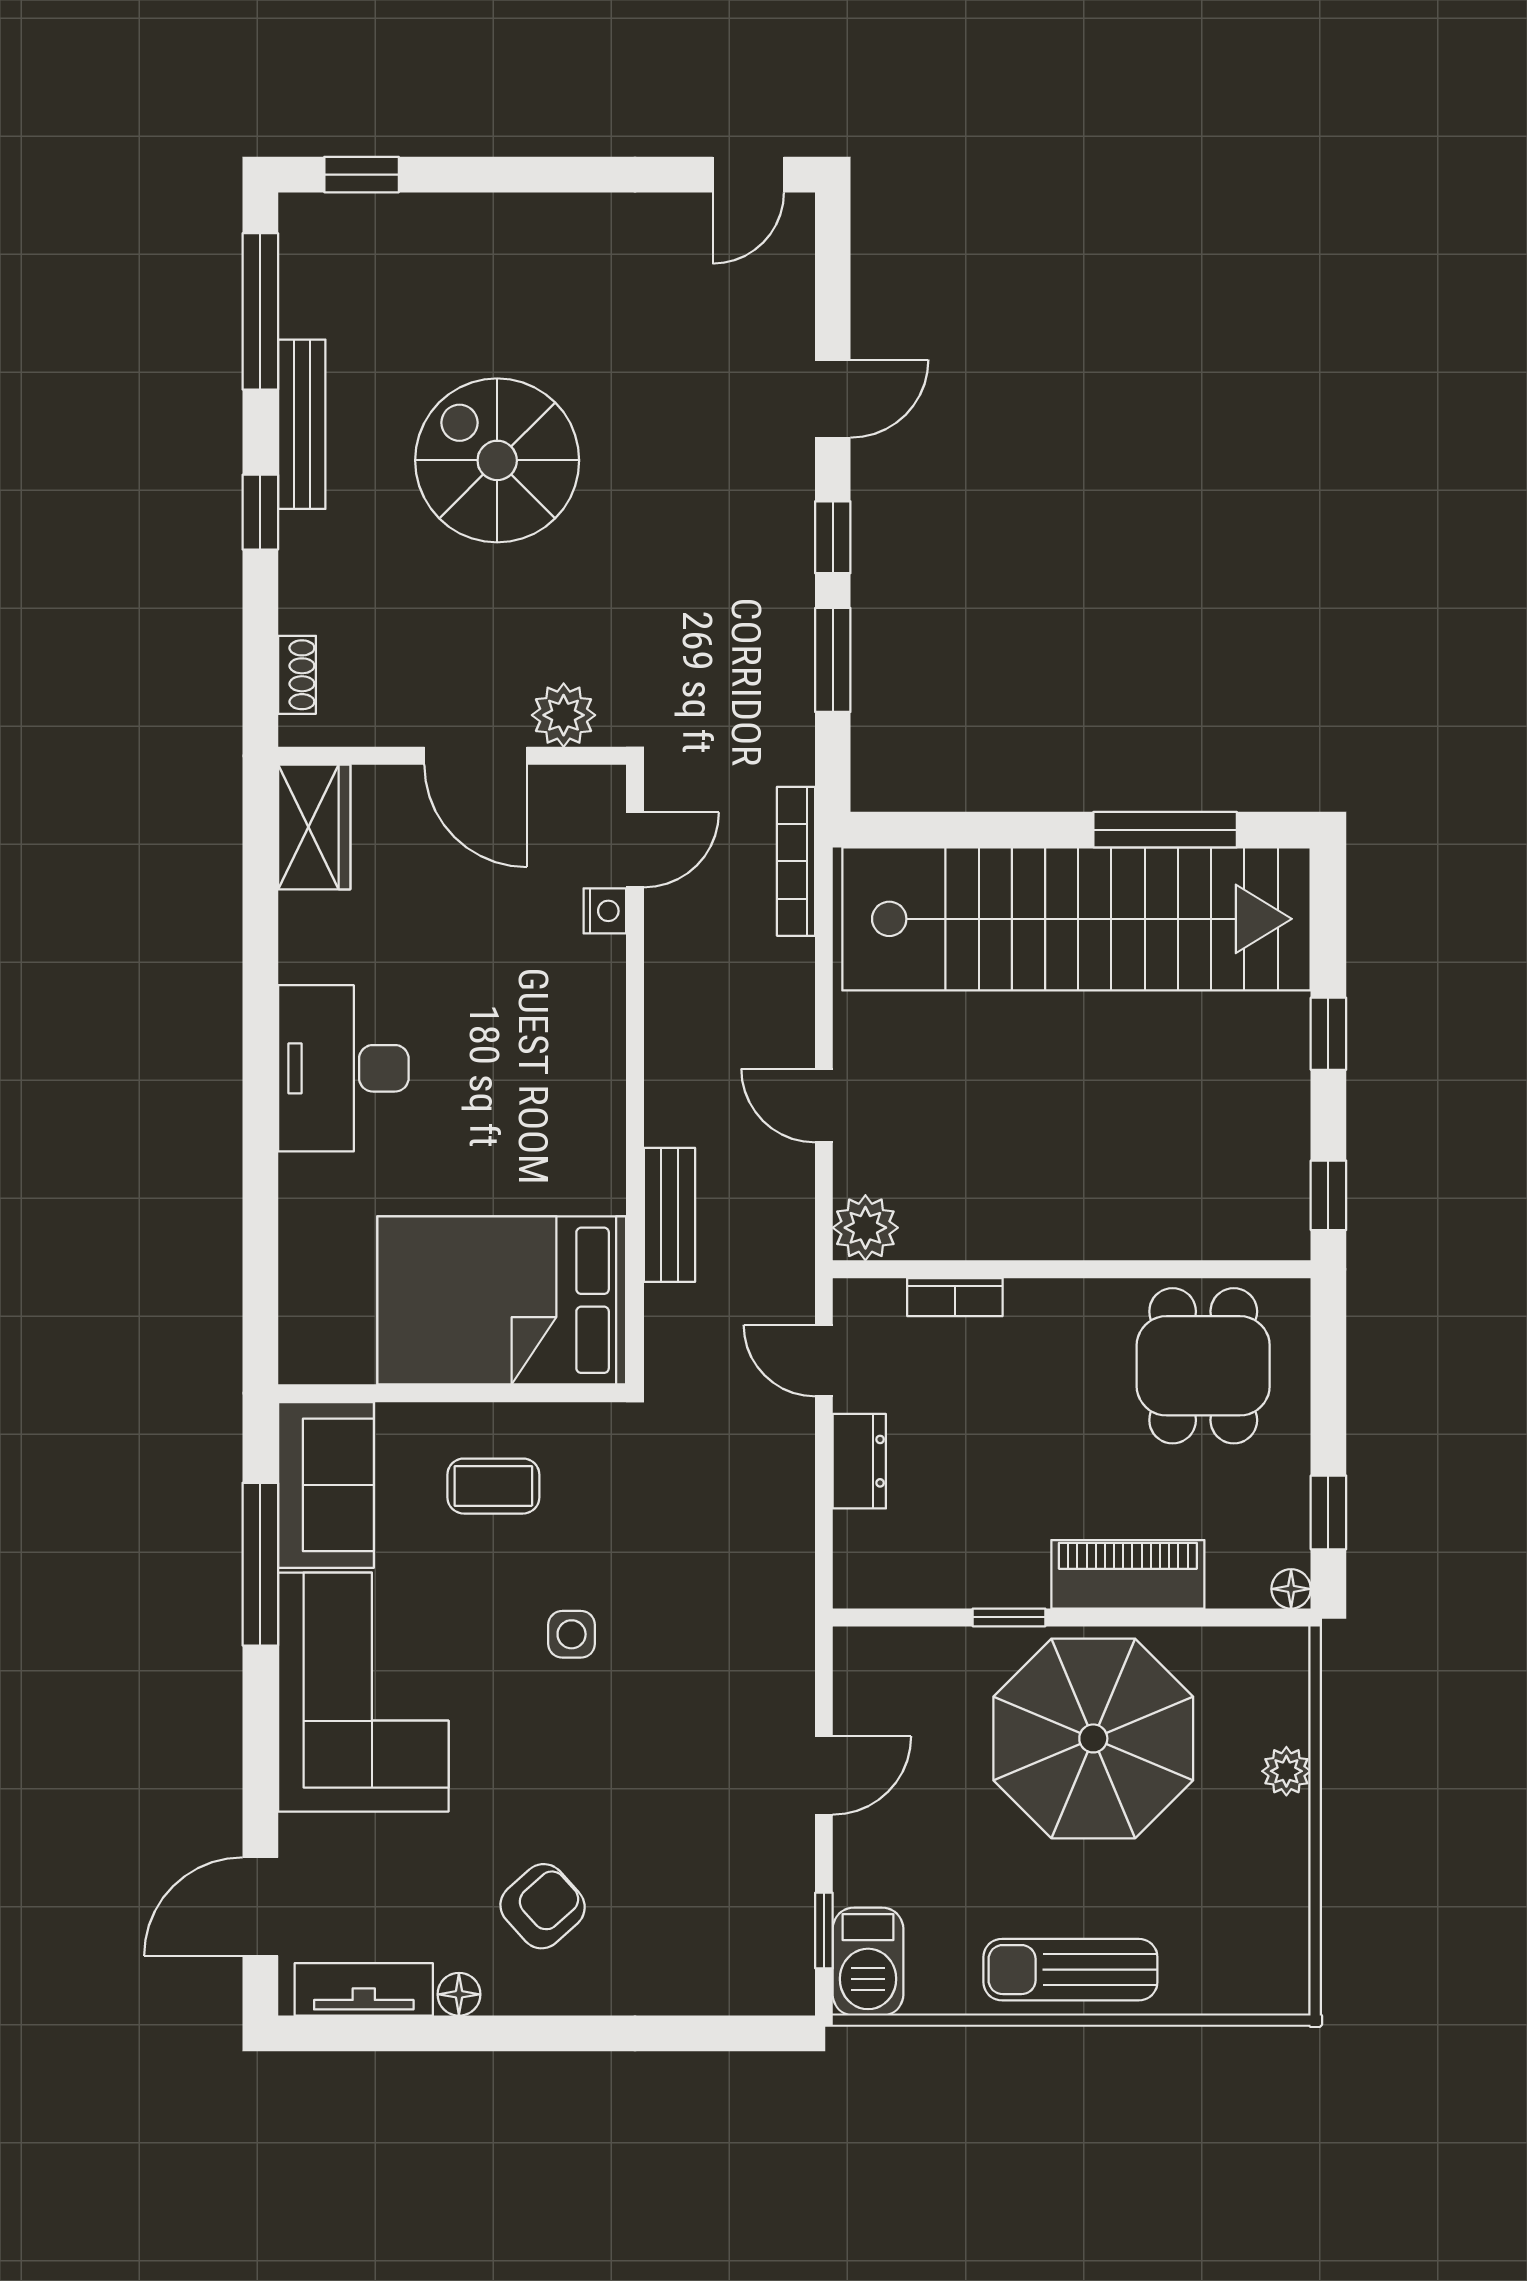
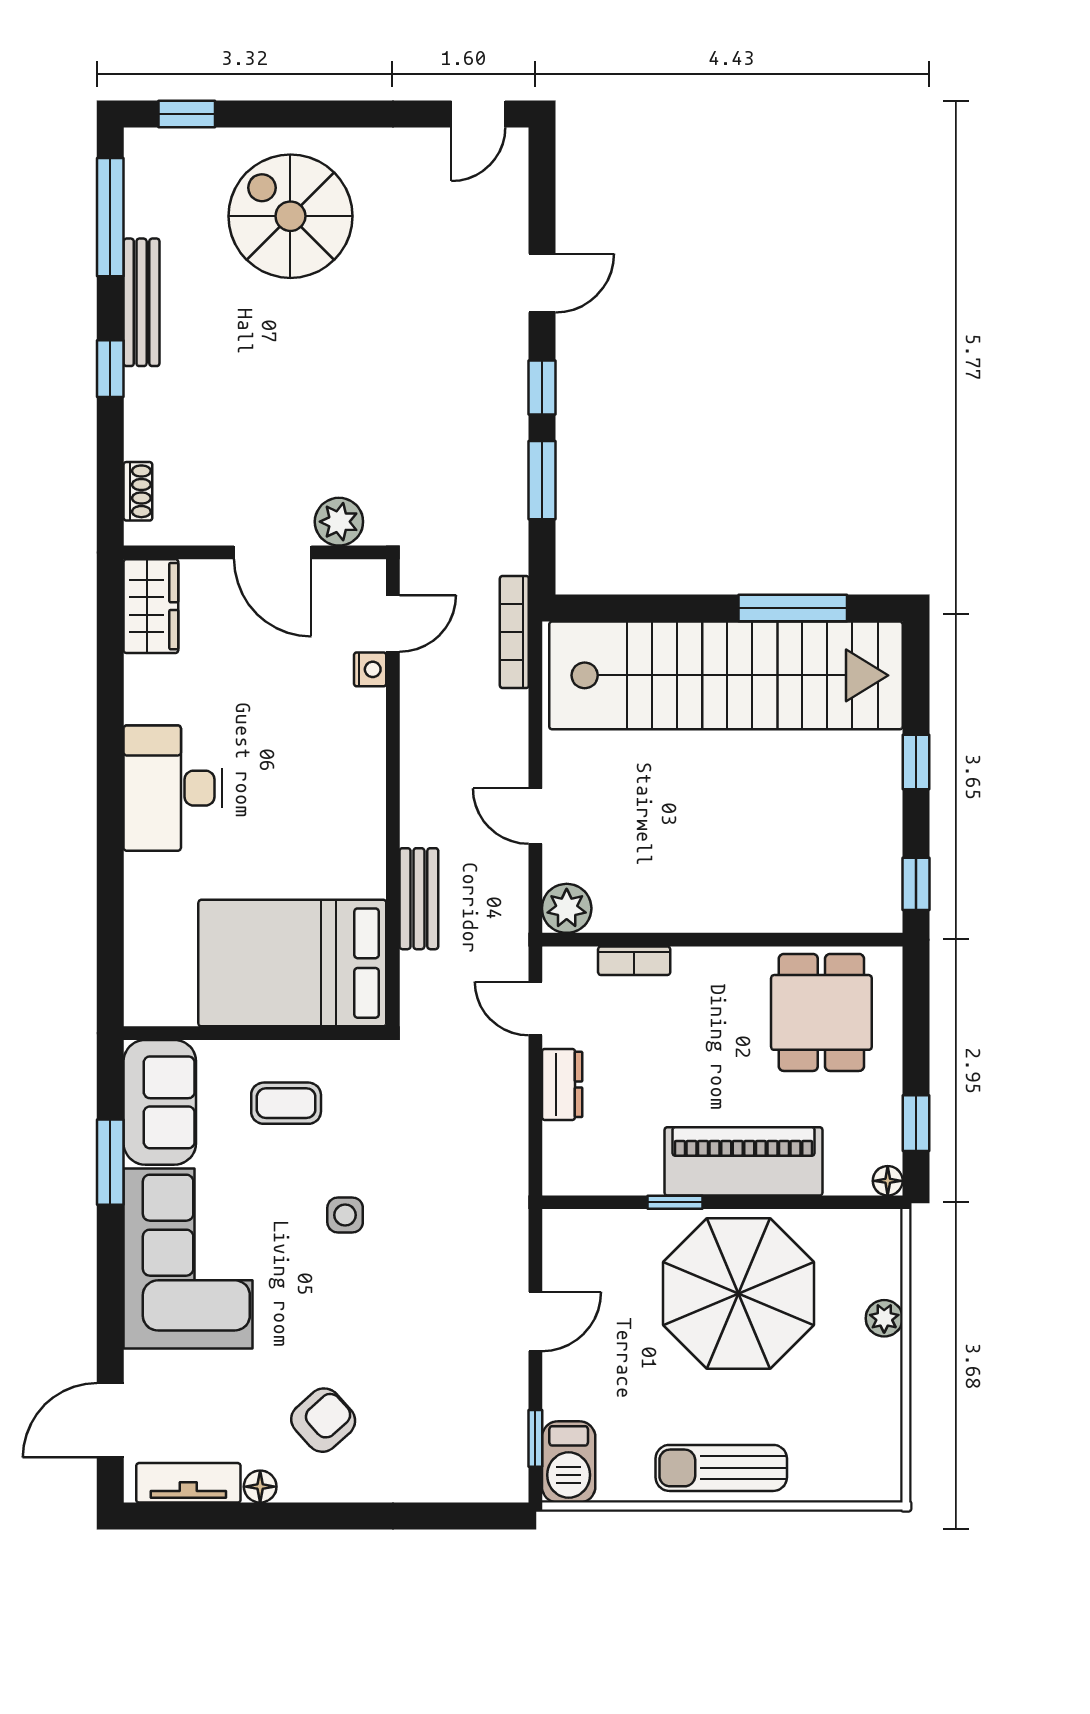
spiral stairs: (497, 460) -> (290, 216), moved
window: (260, 1564) -> (110, 1162), width x0.69
piano: (1128, 1574) -> (744, 1161), width x1.37, depth x1.33

